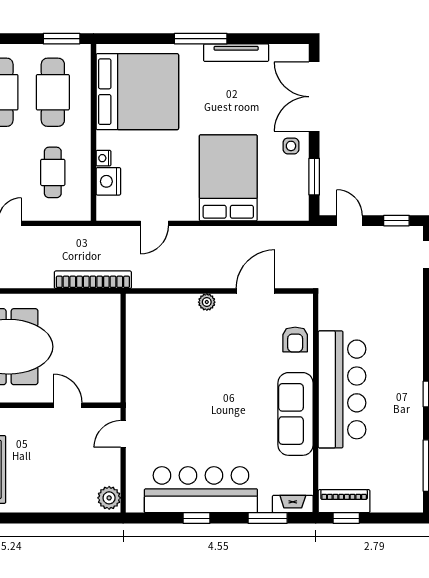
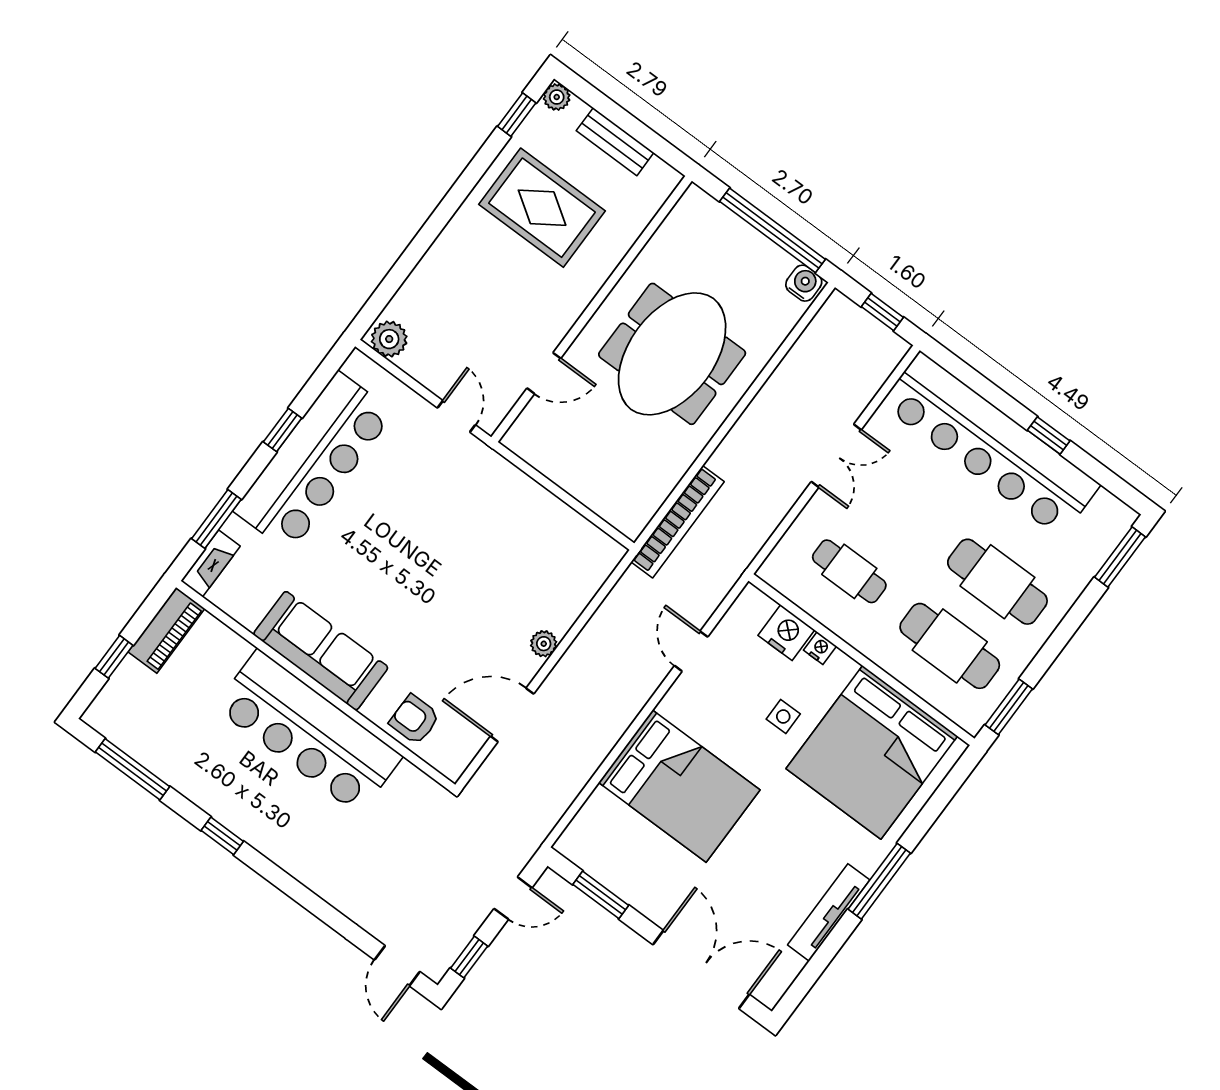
side table: (291, 146) -> (783, 716), moved
door: (255, 291) -> (512, 715), swing flipped
window: (346, 518) -> (114, 657), moved

